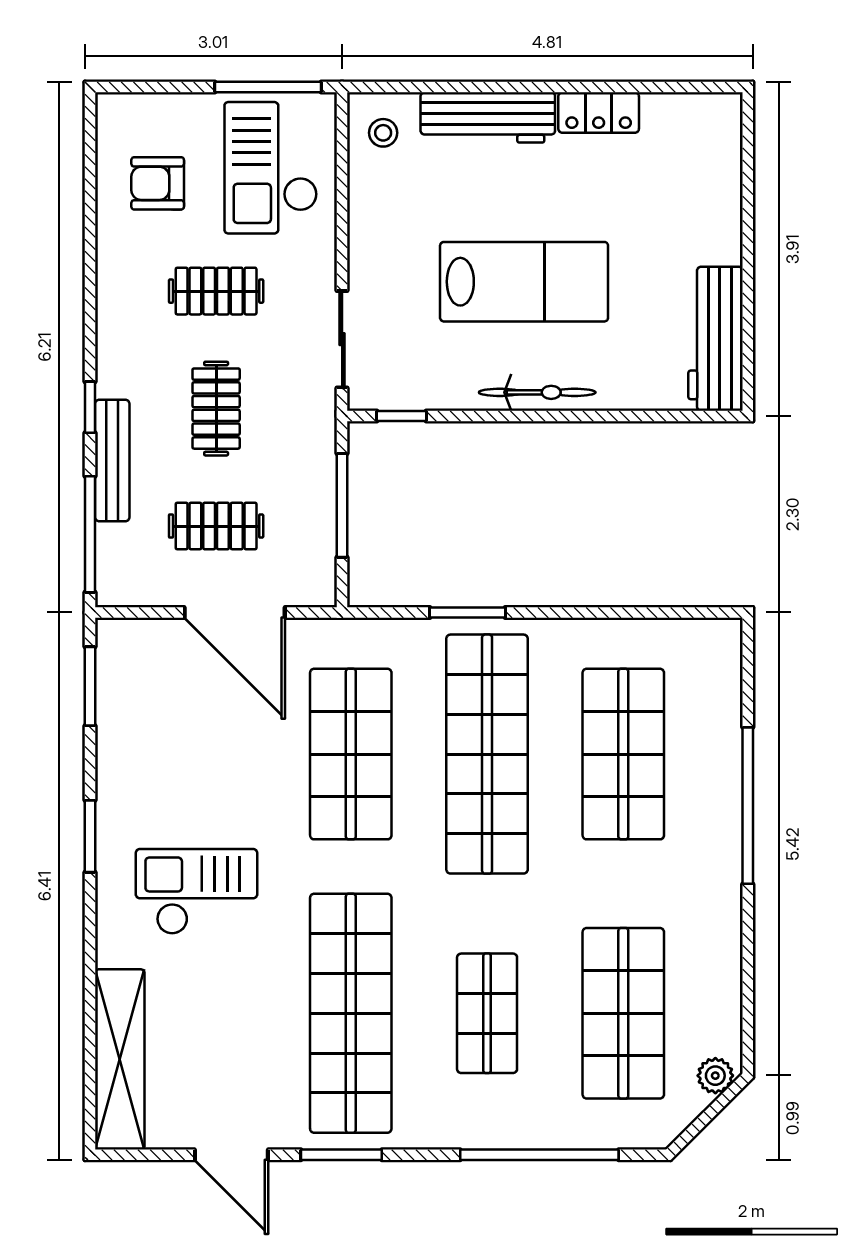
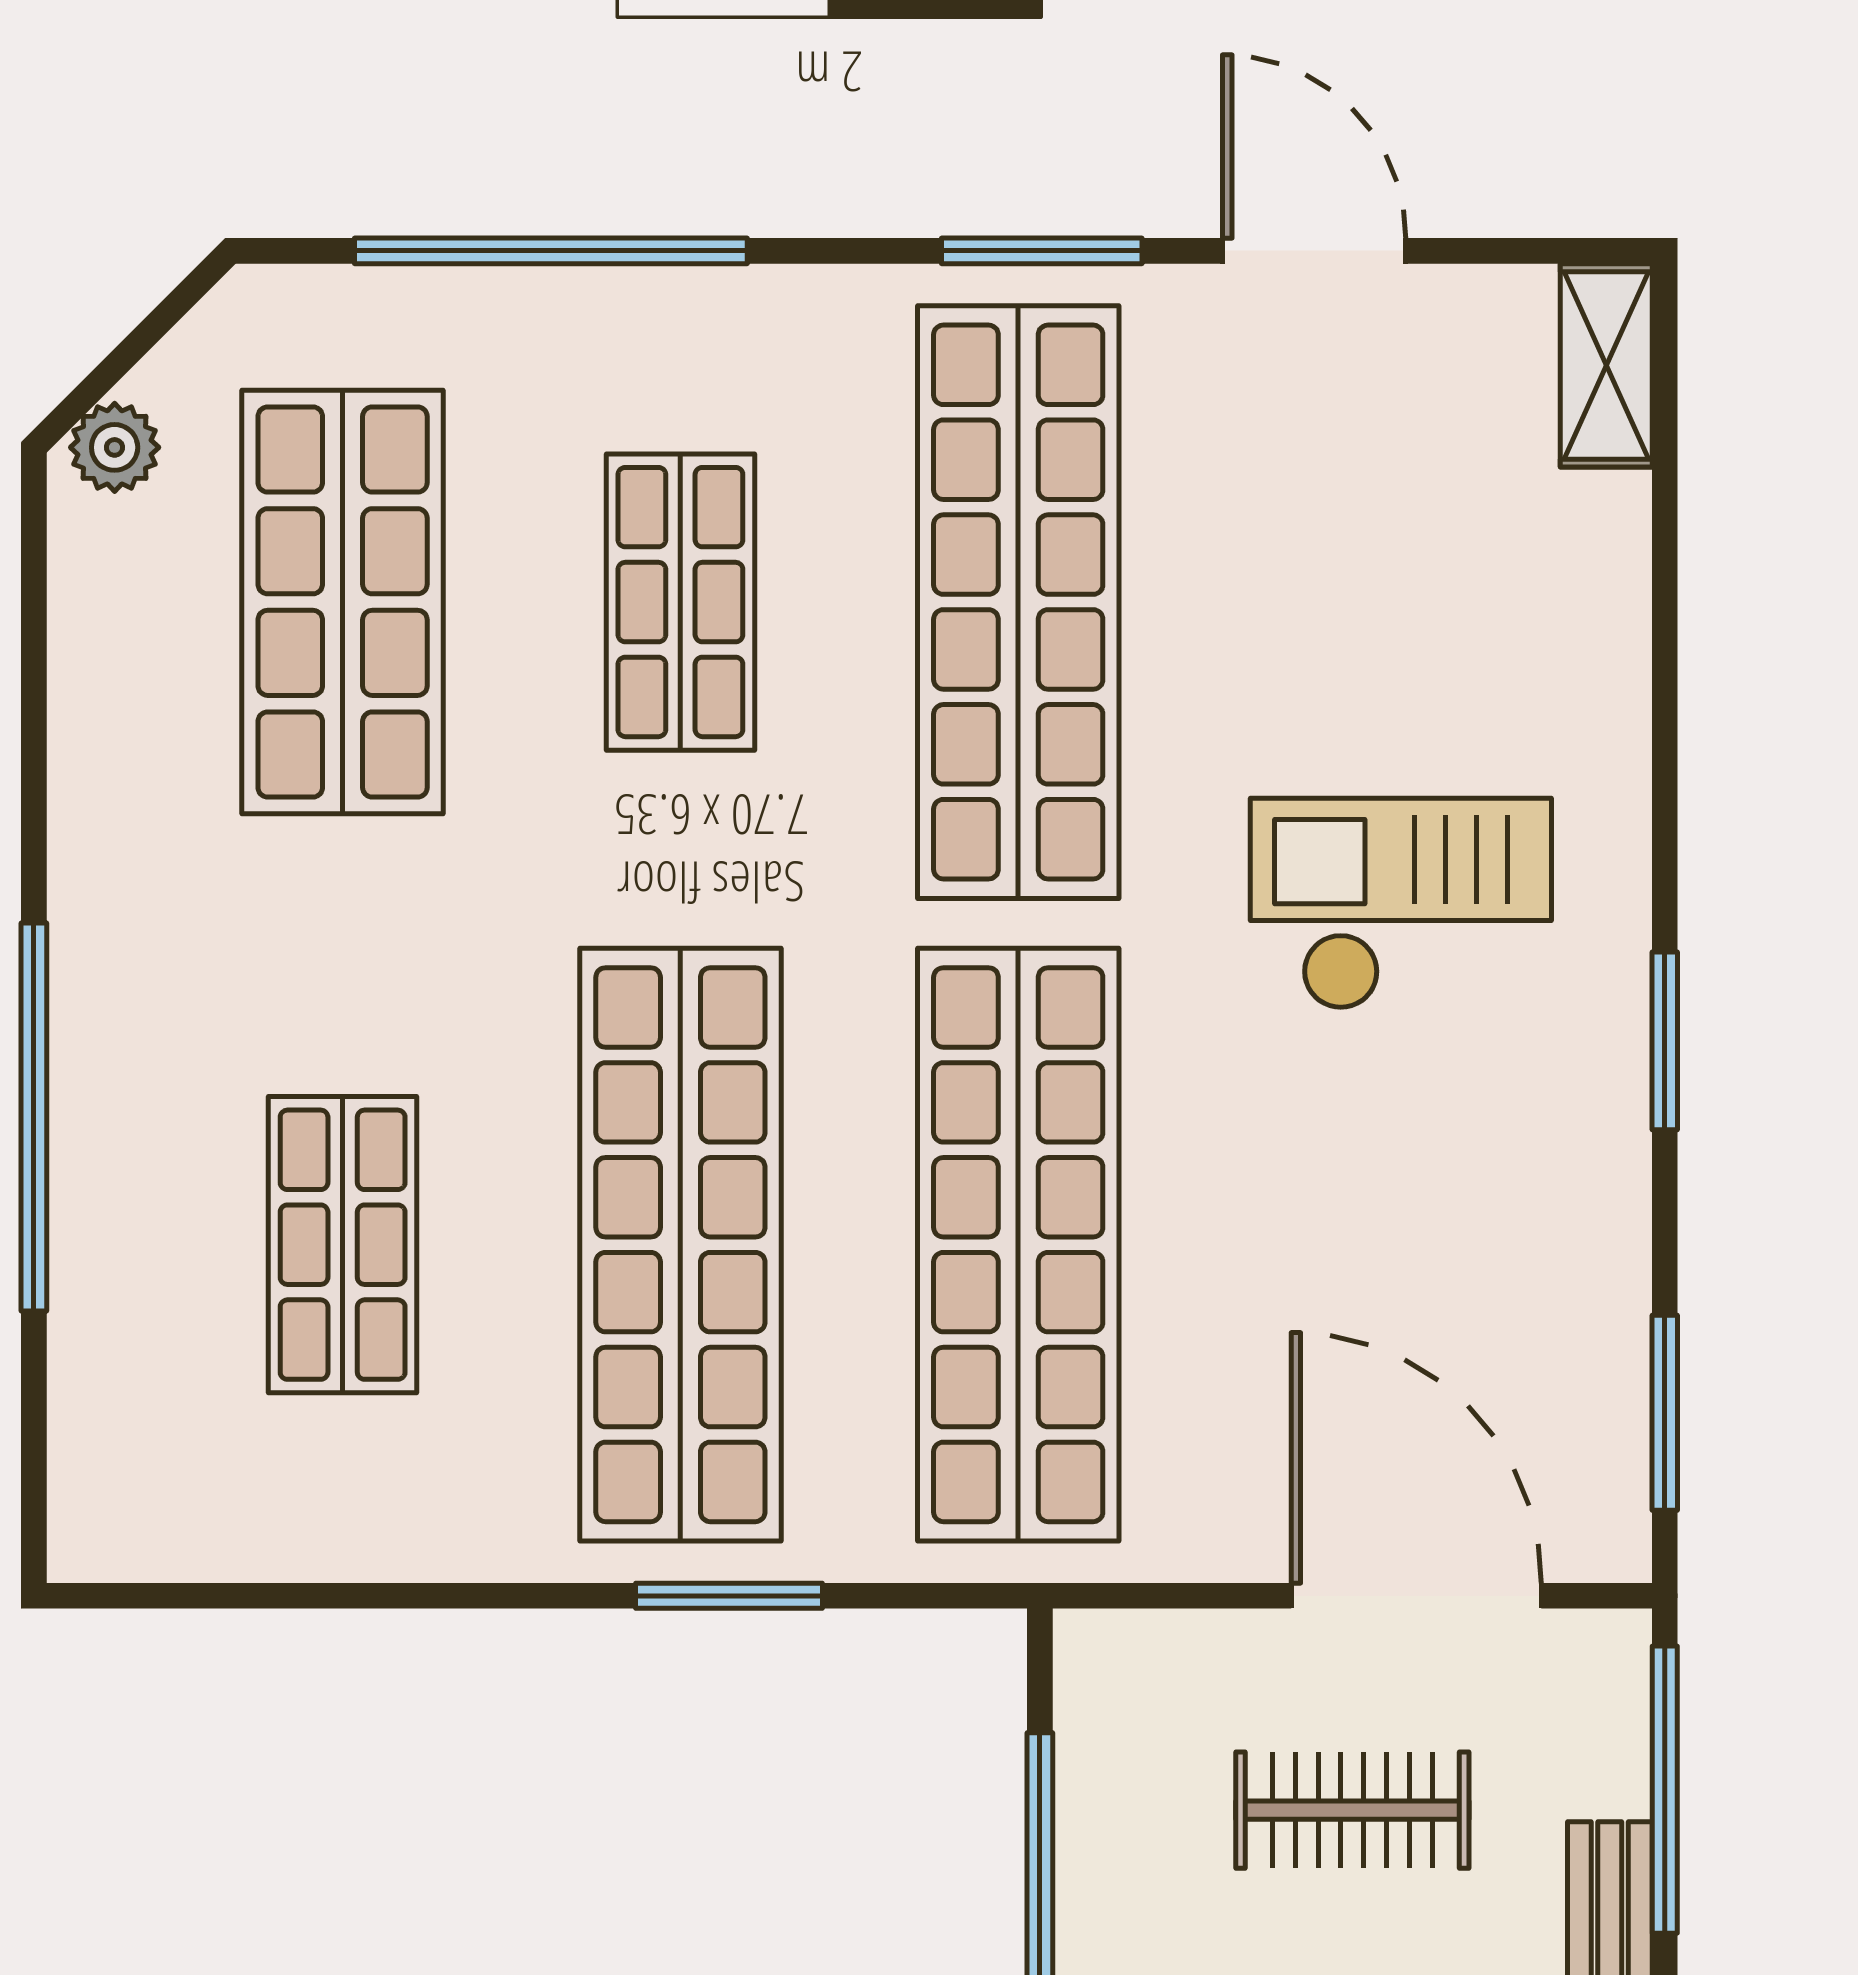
door: (235, 612) -> (1416, 1596), moved
shop shelf: (351, 754) -> (1018, 1245), width x1.40
shop shelf: (623, 754) -> (343, 1245), width x0.70, depth x0.74
checkout: (196, 892) -> (1401, 904), turned 180
shelving: (120, 1059) -> (1606, 365), width x0.45, depth x0.75

